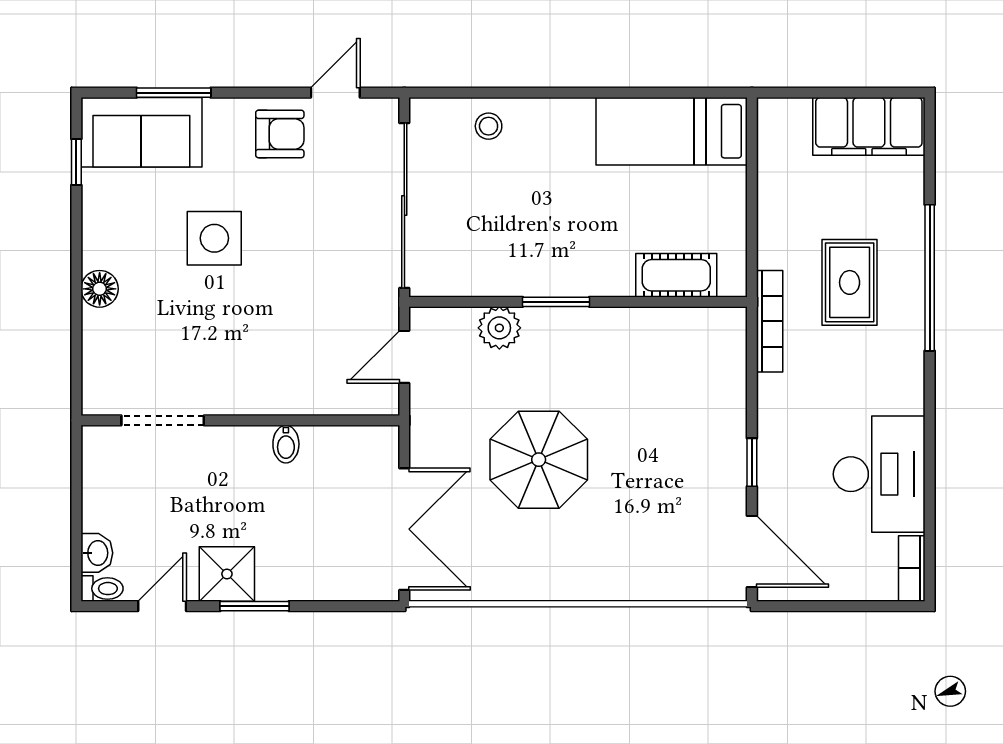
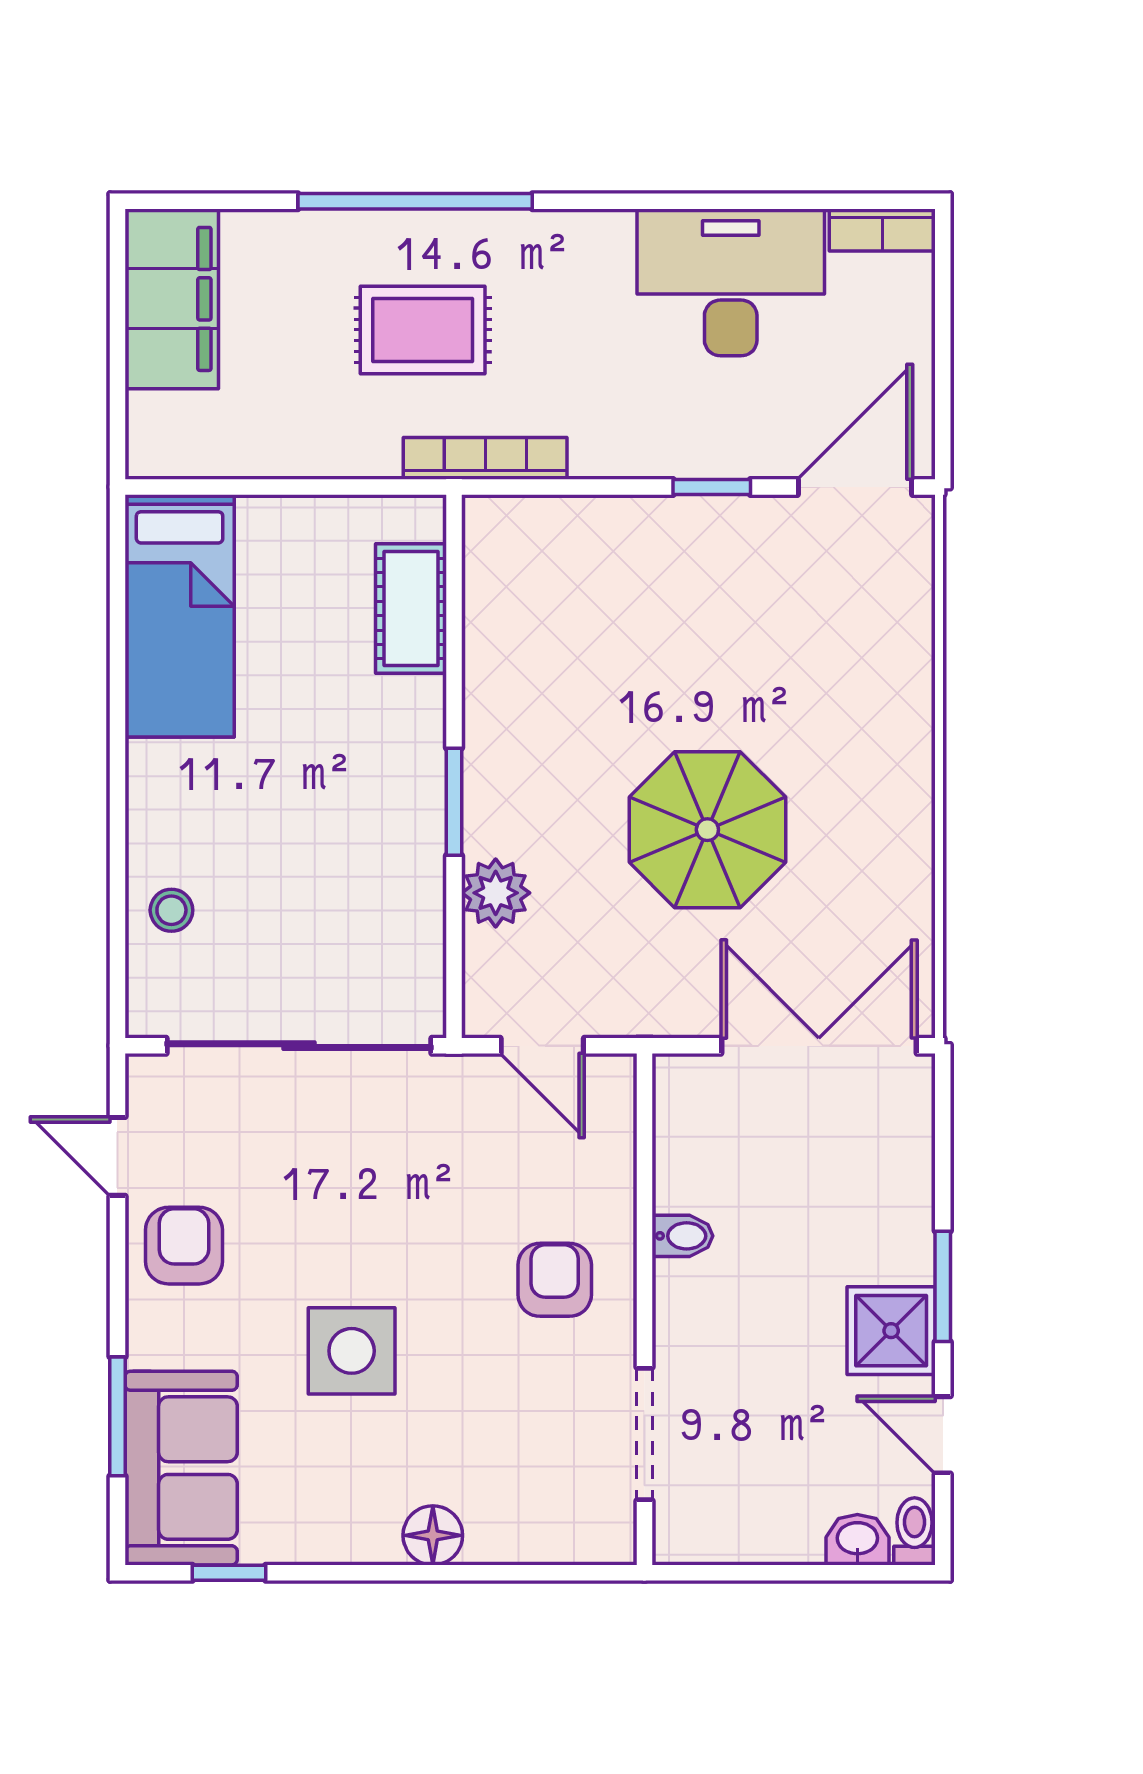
armchair: (259, 365) -> (555, 1280), added

